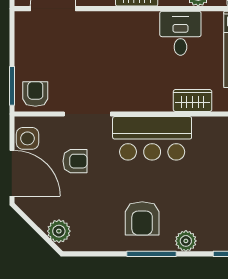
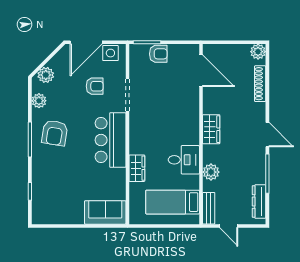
armchair: (35, 94) -> (158, 54), moved
armchair: (75, 161) -> (95, 86), turned -90
armchair: (142, 218) -> (55, 133), turned -81
plant: (186, 241) -> (39, 101), moved

